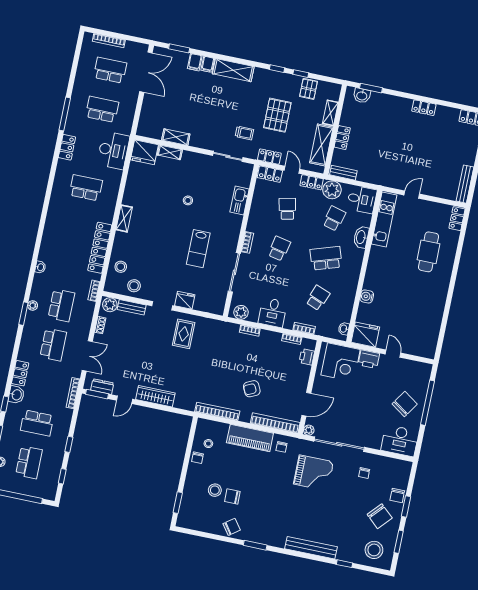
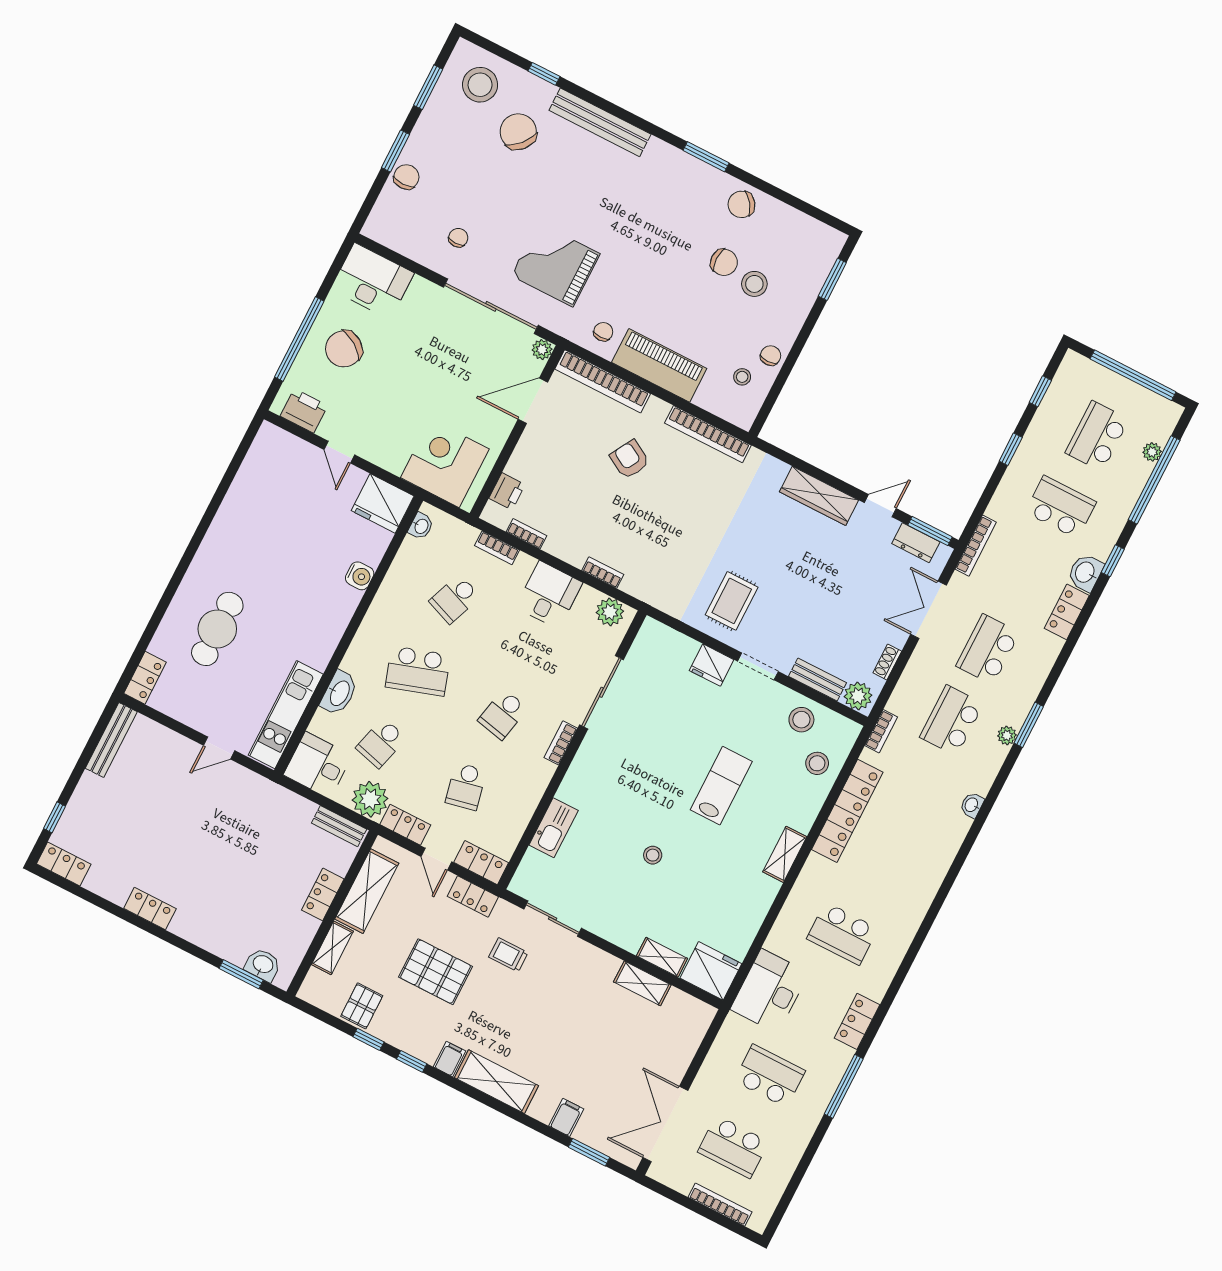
filing cabinet: (208, 64) -> (450, 1059), moved
school desk: (102, 109) -> (770, 1076), turned 180
pallet: (277, 115) -> (435, 972), turned 90
lab bench: (198, 249) -> (721, 786), moved
printer: (369, 359) -> (304, 411), moved
armchair: (252, 389) -> (630, 459), turned -124
chair: (380, 516) -> (518, 132), moved

